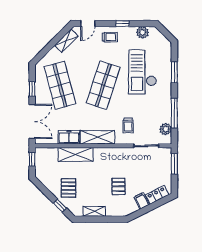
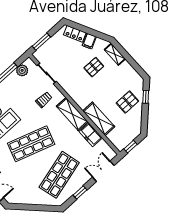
shelving: (66, 41) -> (23, 199), removed
double door: (32, 121) -> (103, 171), width x0.73
shelving: (94, 211) -> (115, 54), moved

